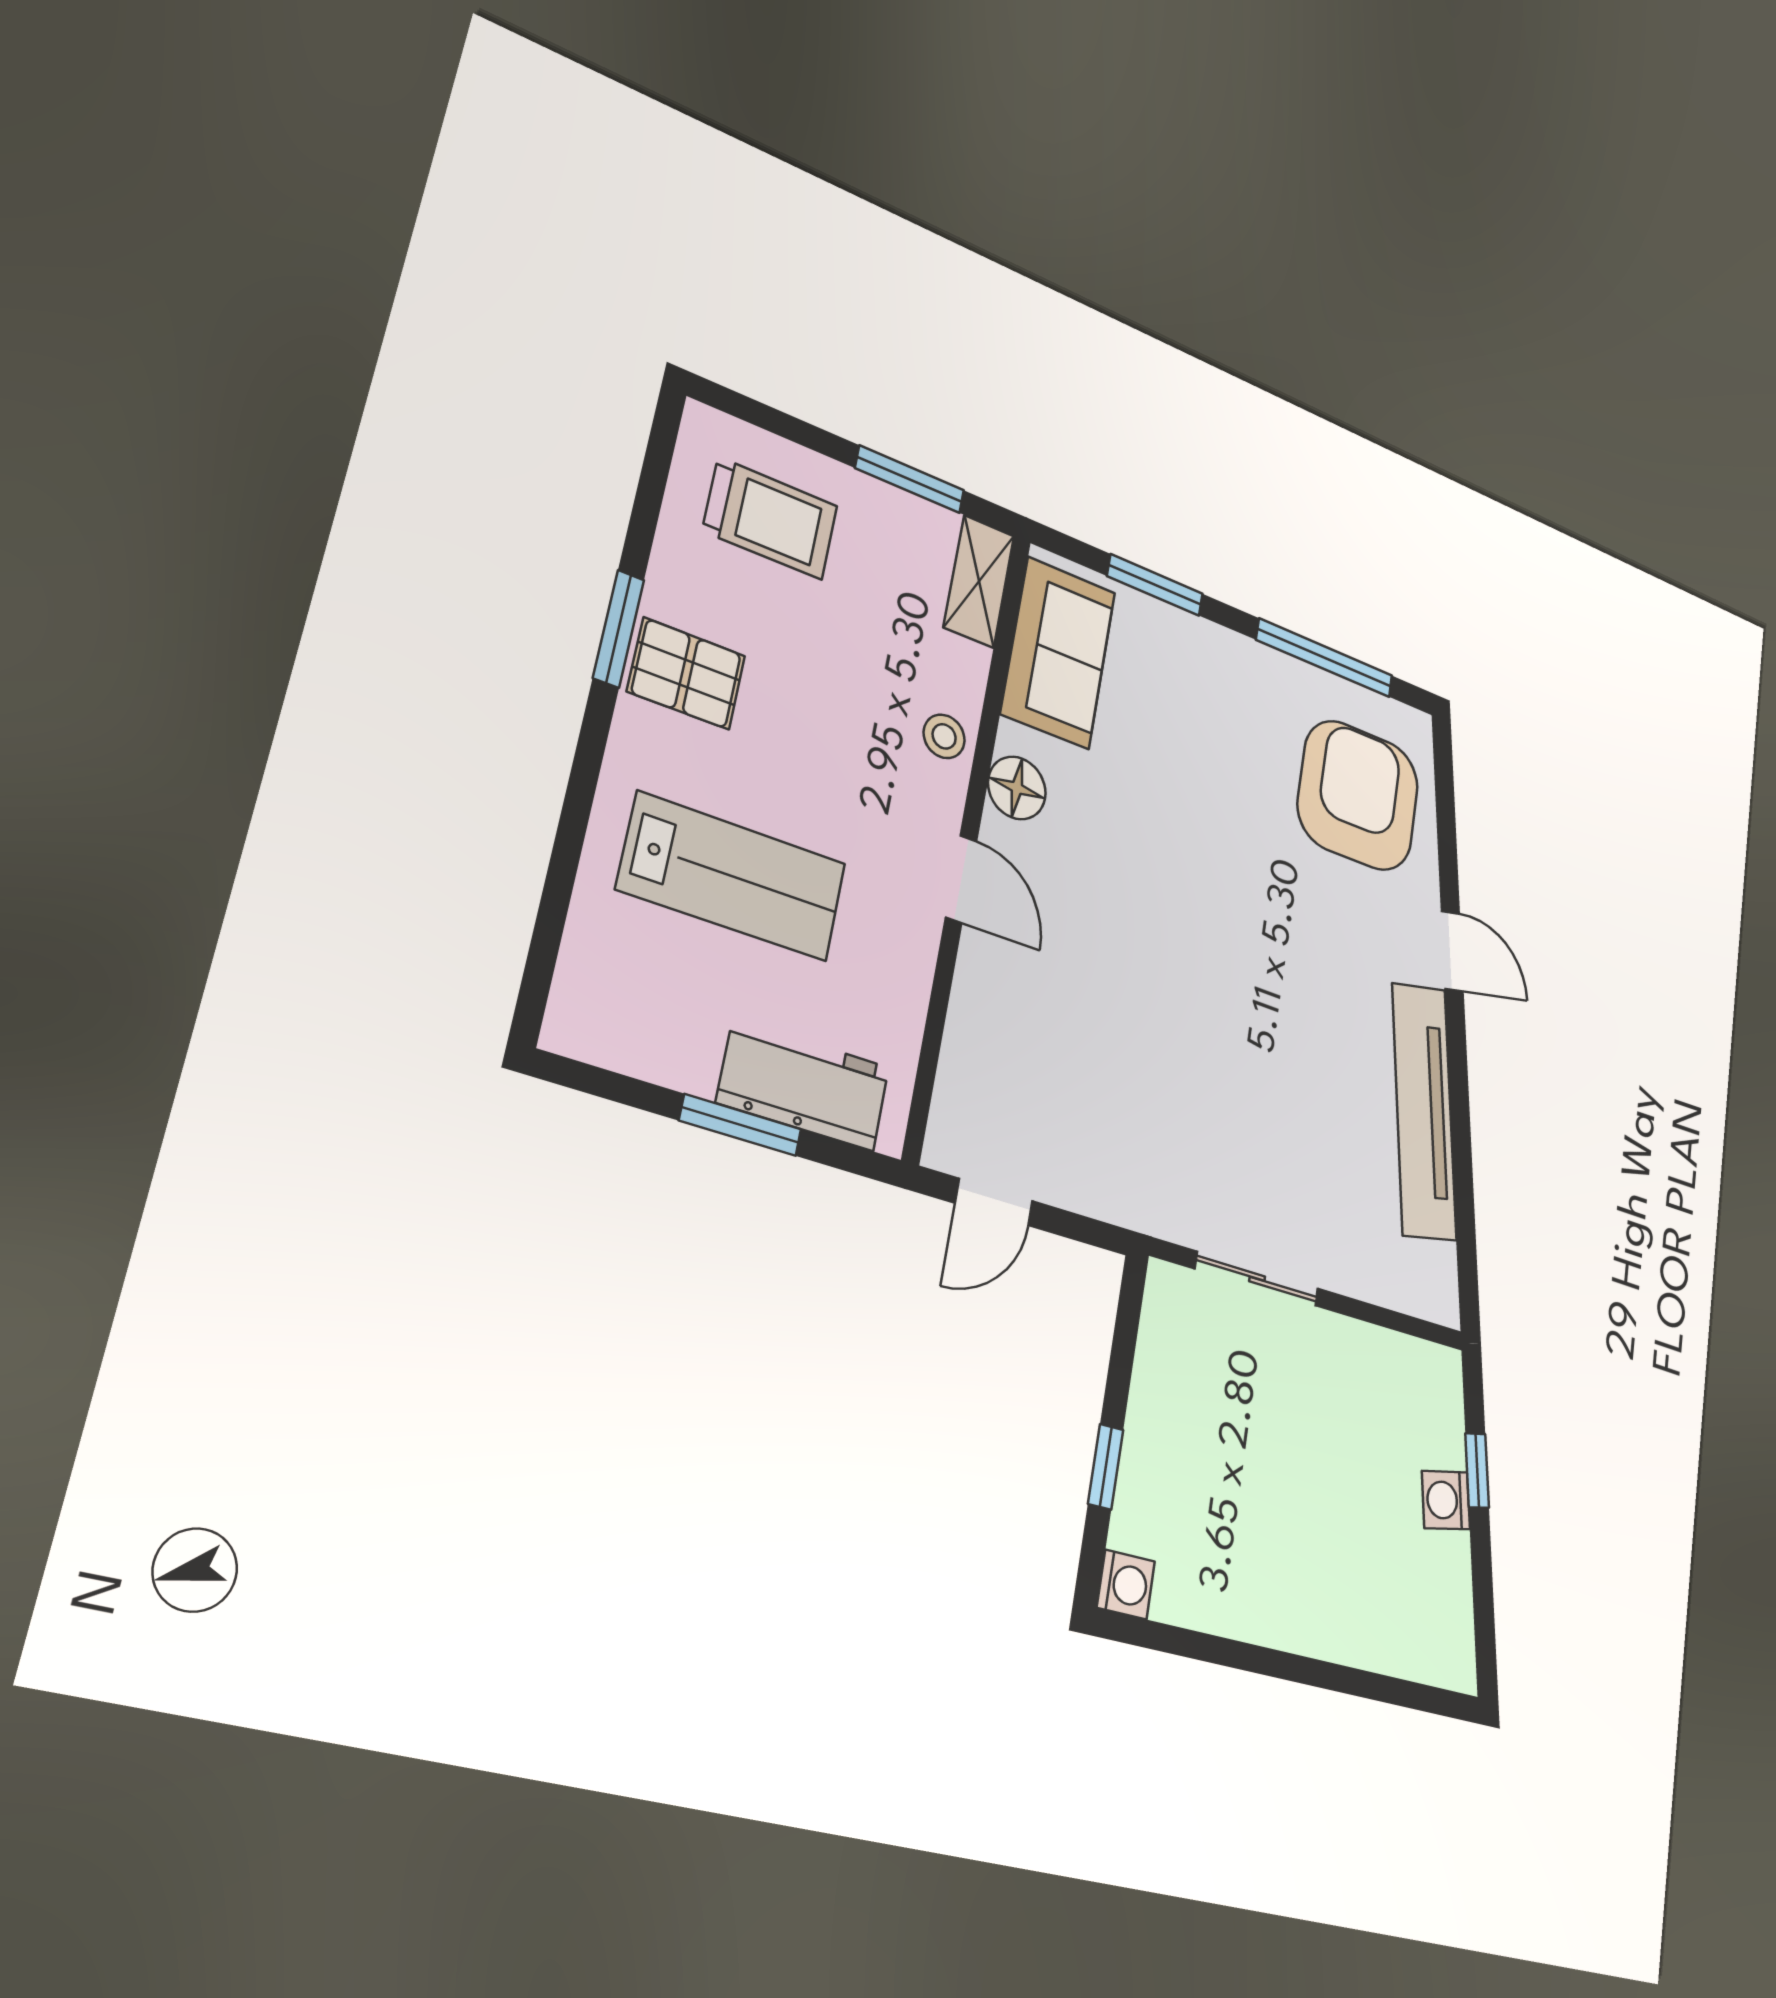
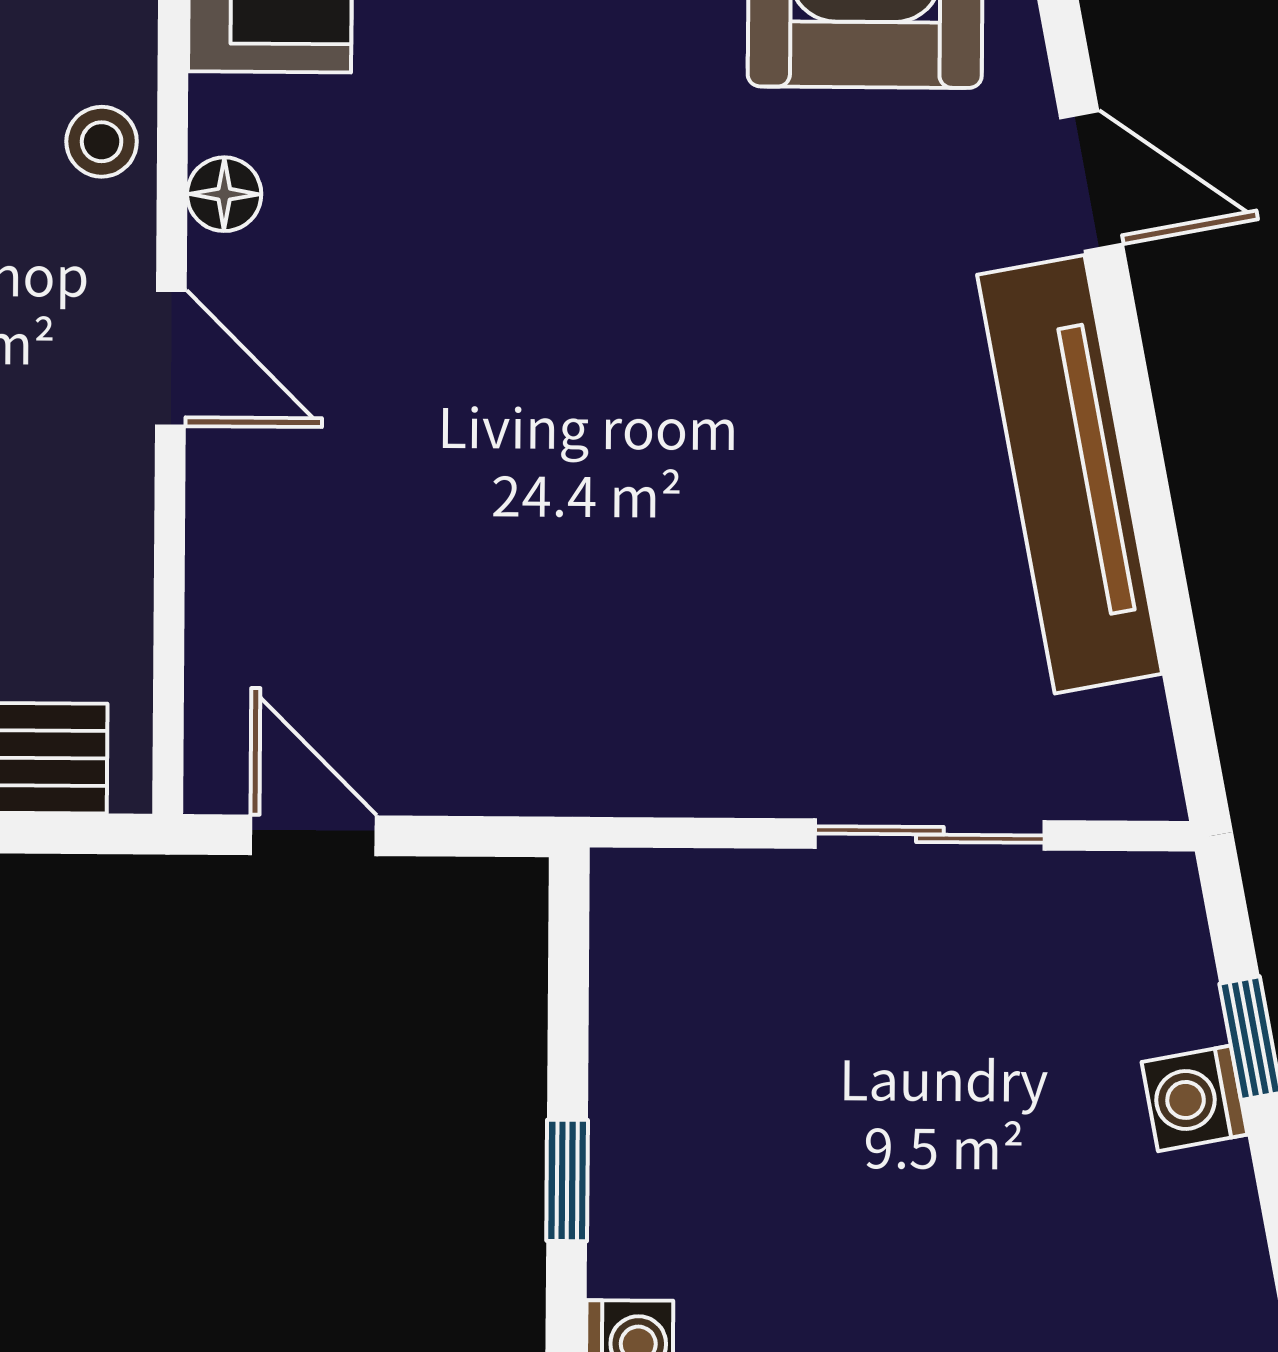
floor lamp: (1017, 788) -> (224, 194), width x0.73, depth x0.73
door: (994, 1202) -> (313, 835), swing flipped
sliding door: (1257, 1279) -> (930, 835), moved

